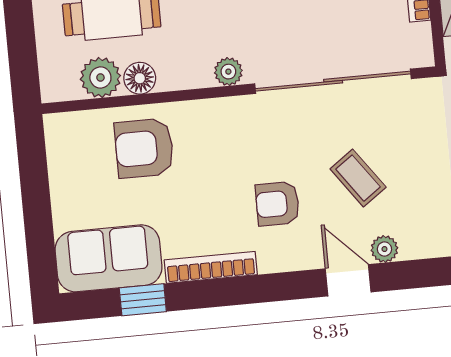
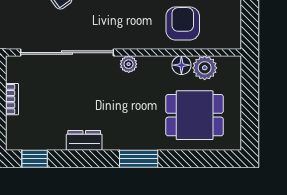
armchair: (144, 148) -> (183, 23), turned -90

